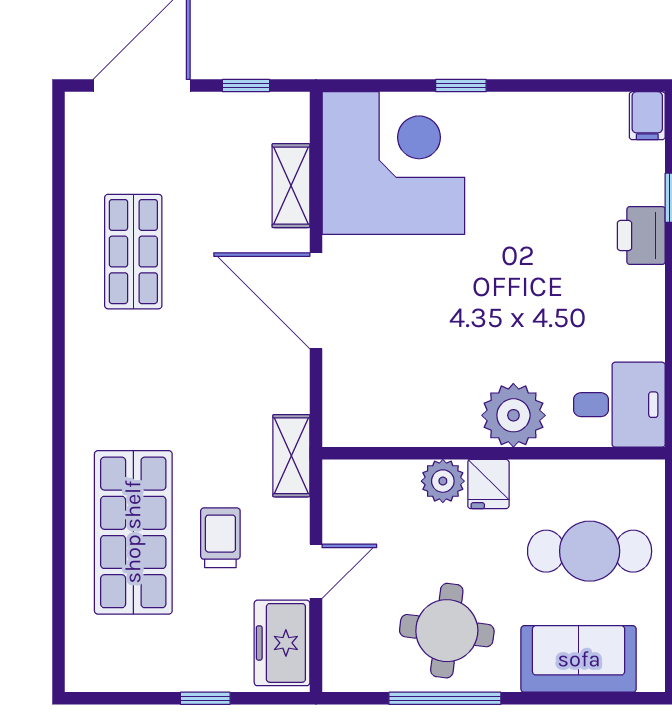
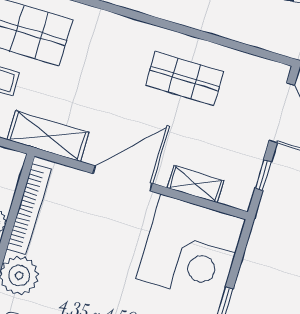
bookcase: (407, 431) -> (29, 209), added
shelving: (291, 456) -> (48, 136), width x1.50, depth x1.33

